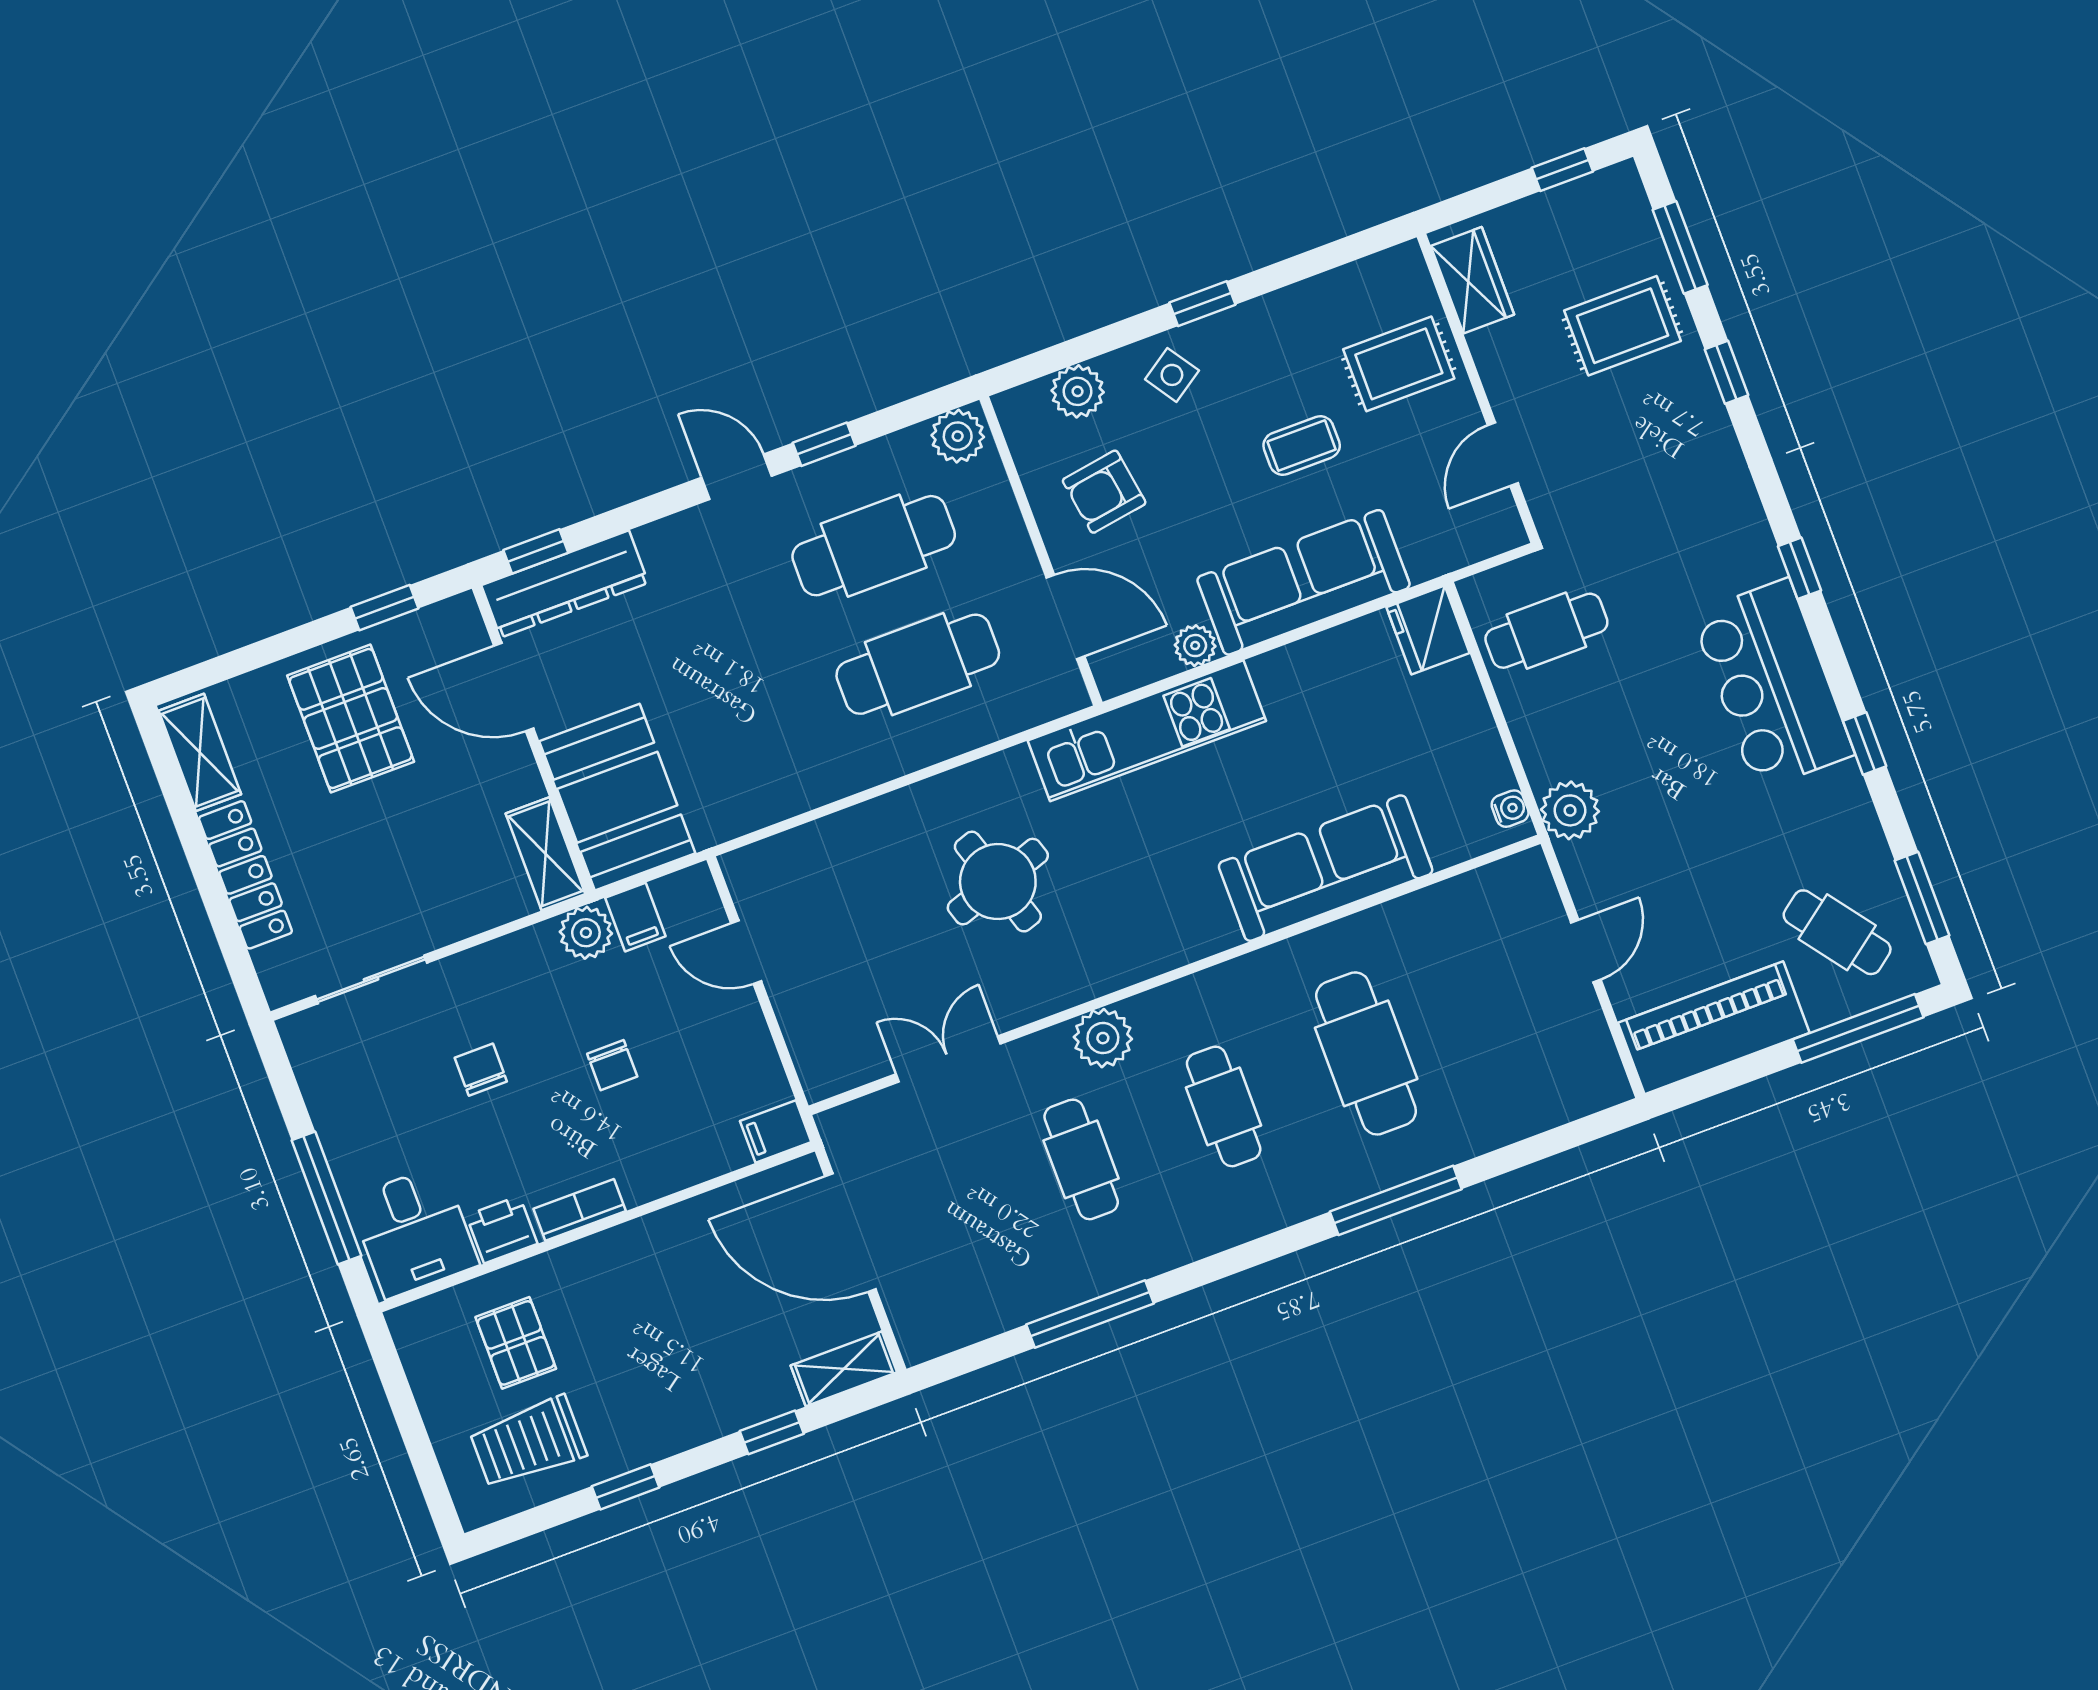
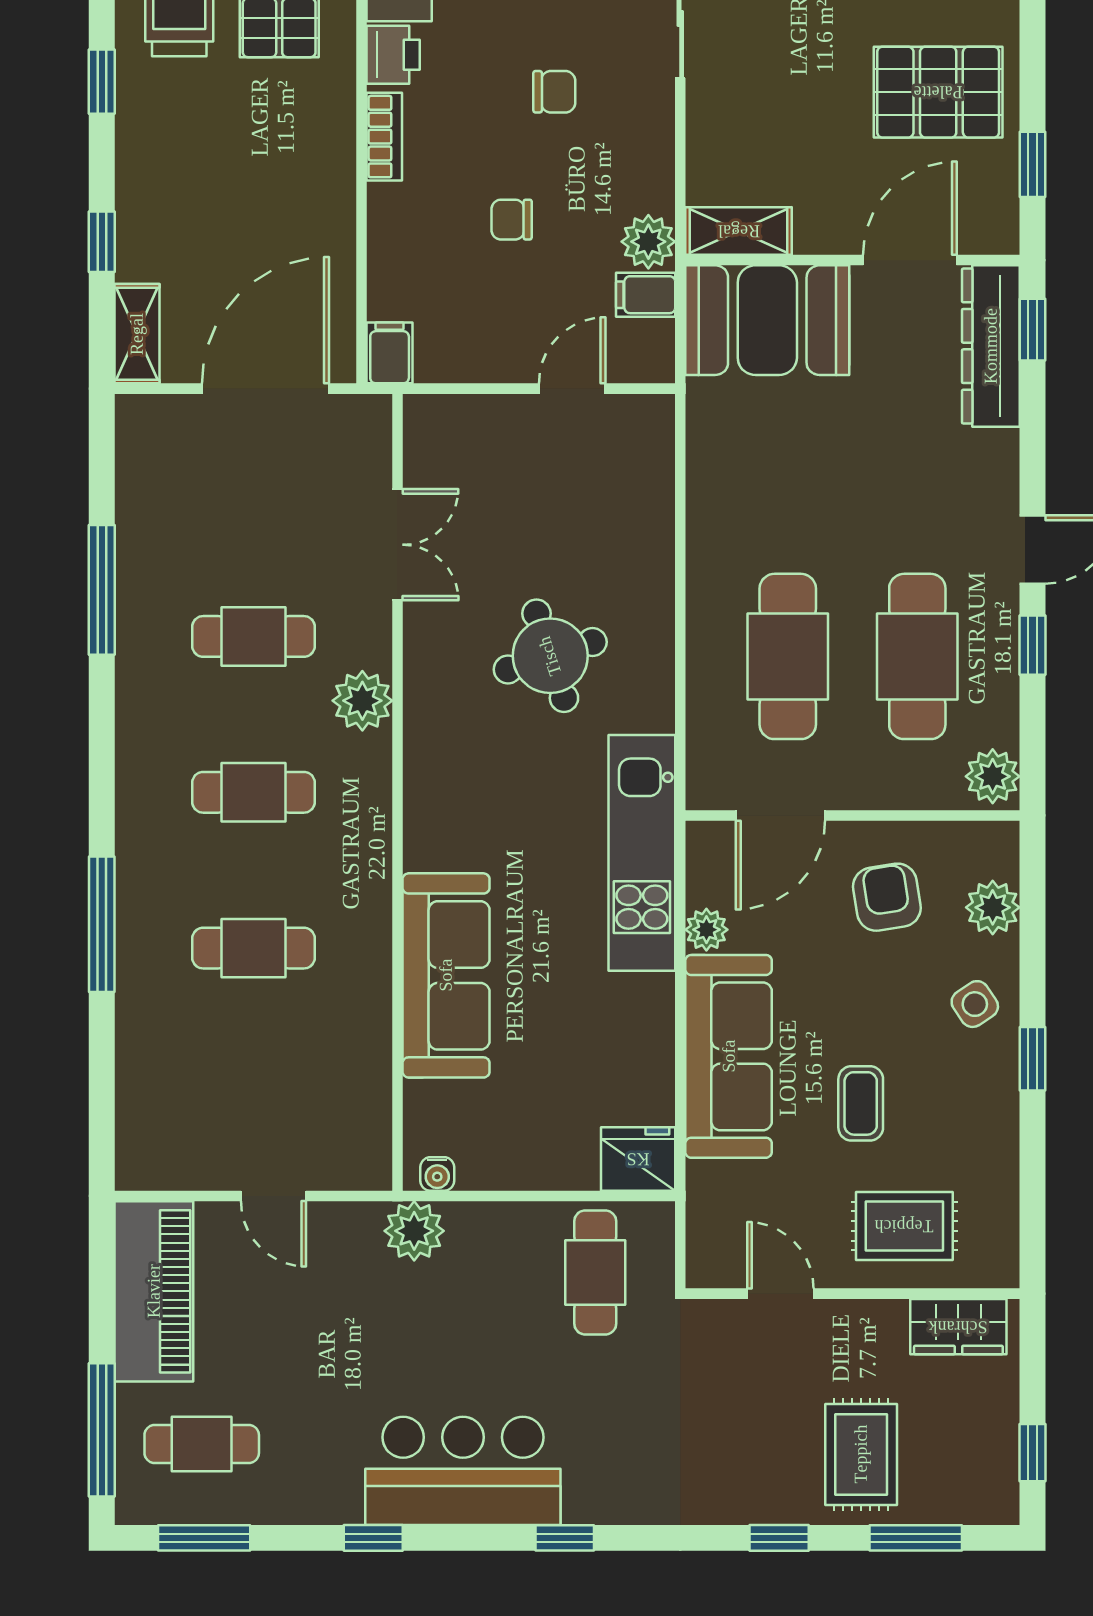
rug: (1399, 364) -> (904, 1226), turned 90
cafe table: (1837, 932) -> (202, 1444), turned 37
cafe table: (1366, 1053) -> (253, 948), width x0.73, depth x0.74

